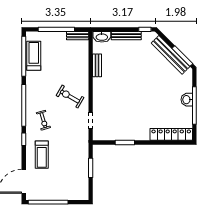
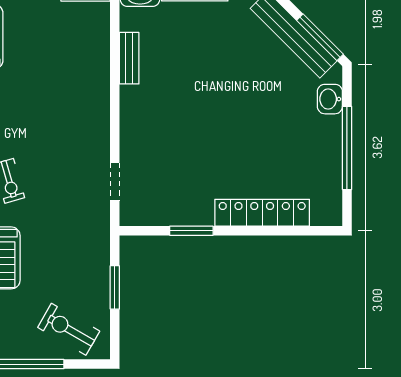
exercise bike: (70, 97) -> (69, 329), moved
washbasin: (187, 100) -> (330, 99), moved
locker: (171, 134) -> (262, 213), moved

